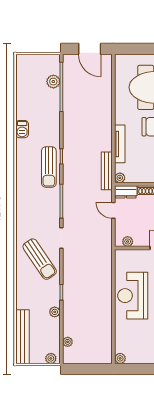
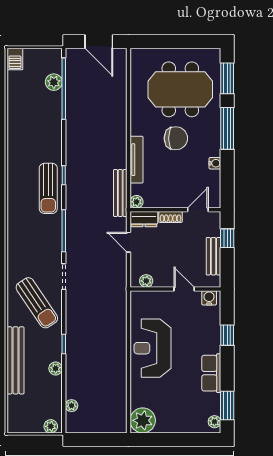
barbecue: (22, 129) -> (15, 59), moved
bench: (23, 337) -> (16, 360), moved
plant: (120, 358) -> (143, 420), width x1.87, depth x1.87

